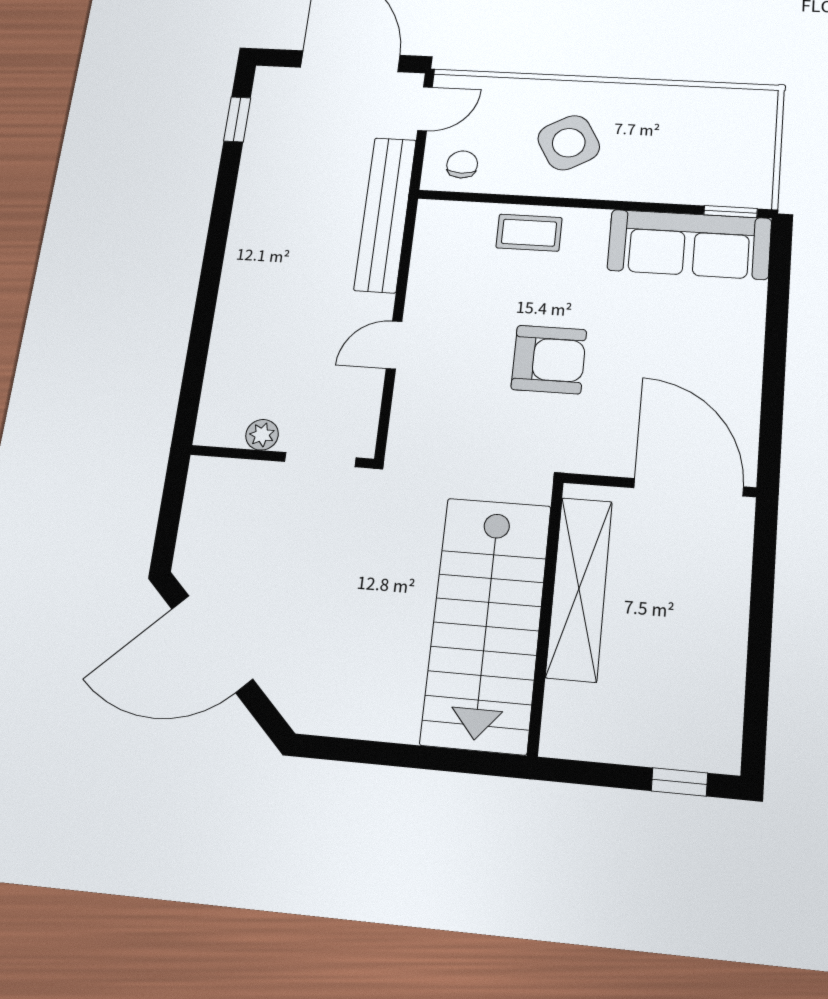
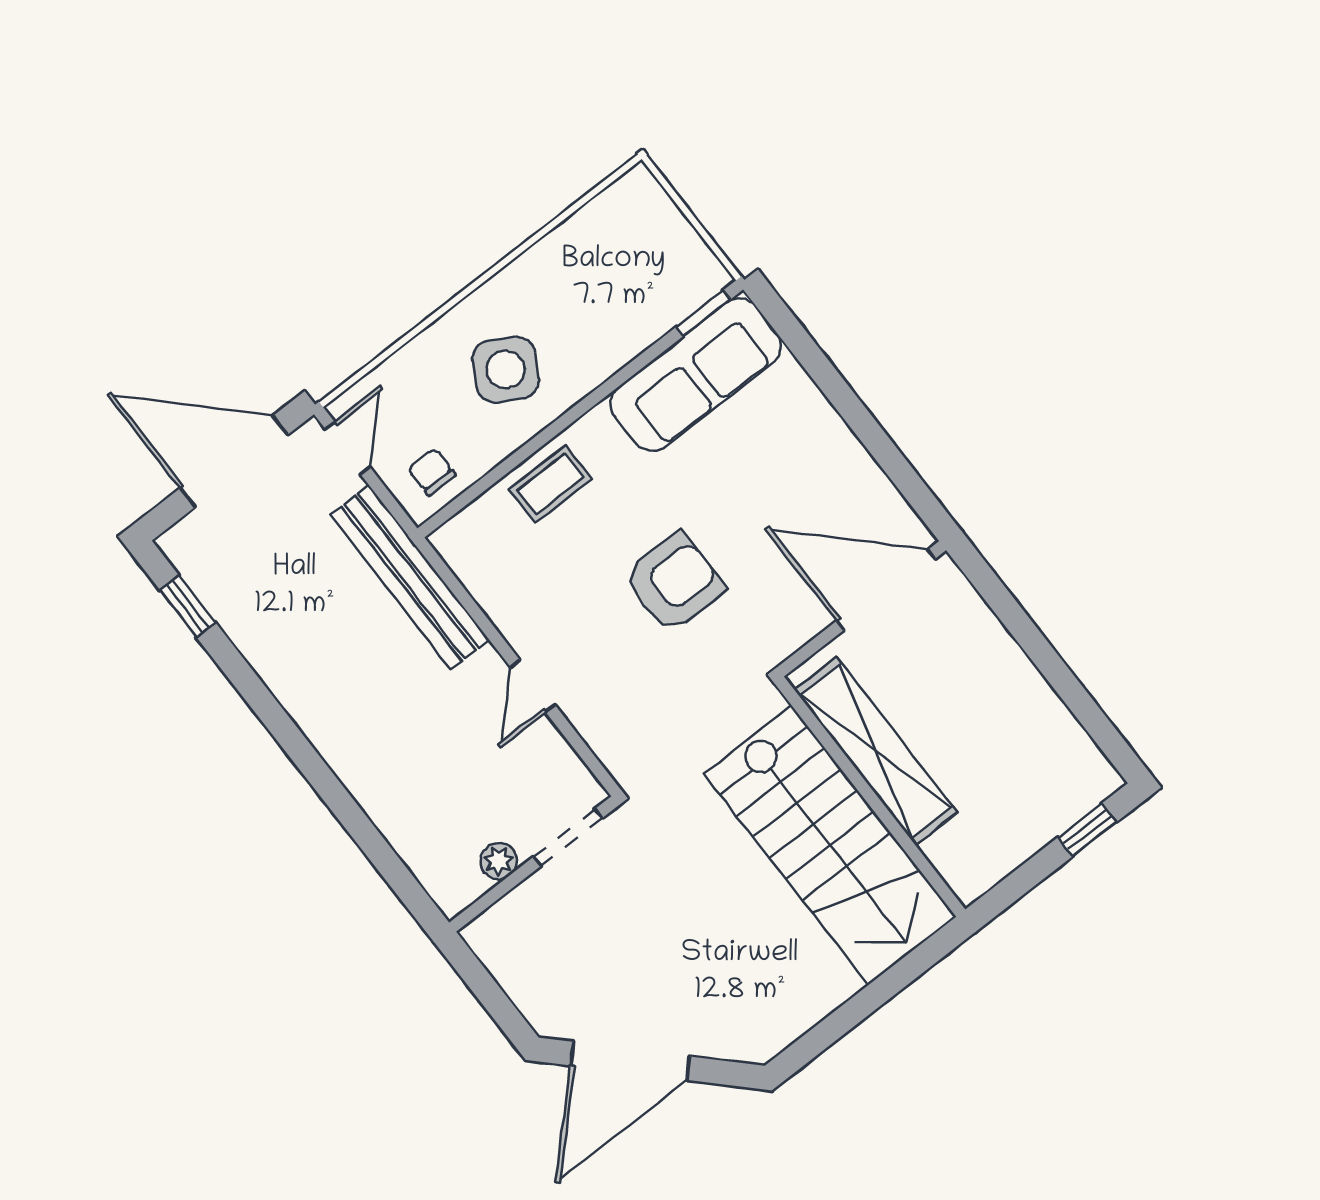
side table: (569, 143) -> (506, 370), turned -30

